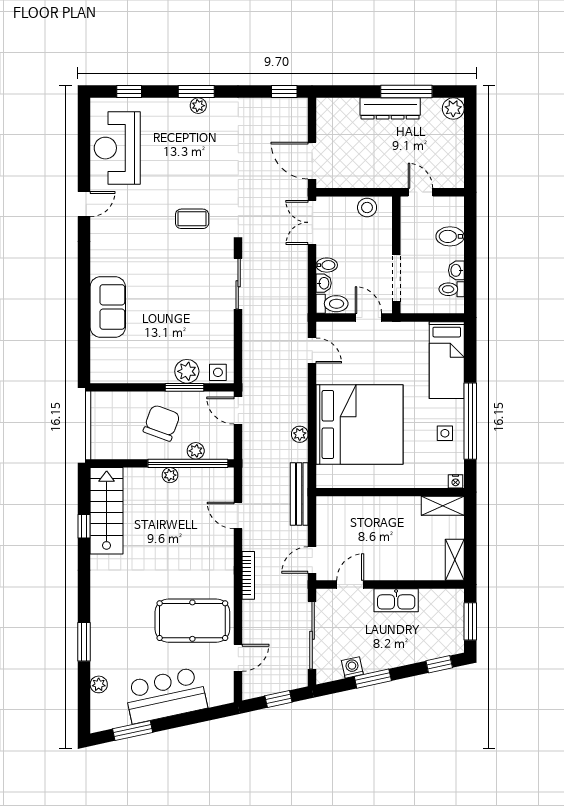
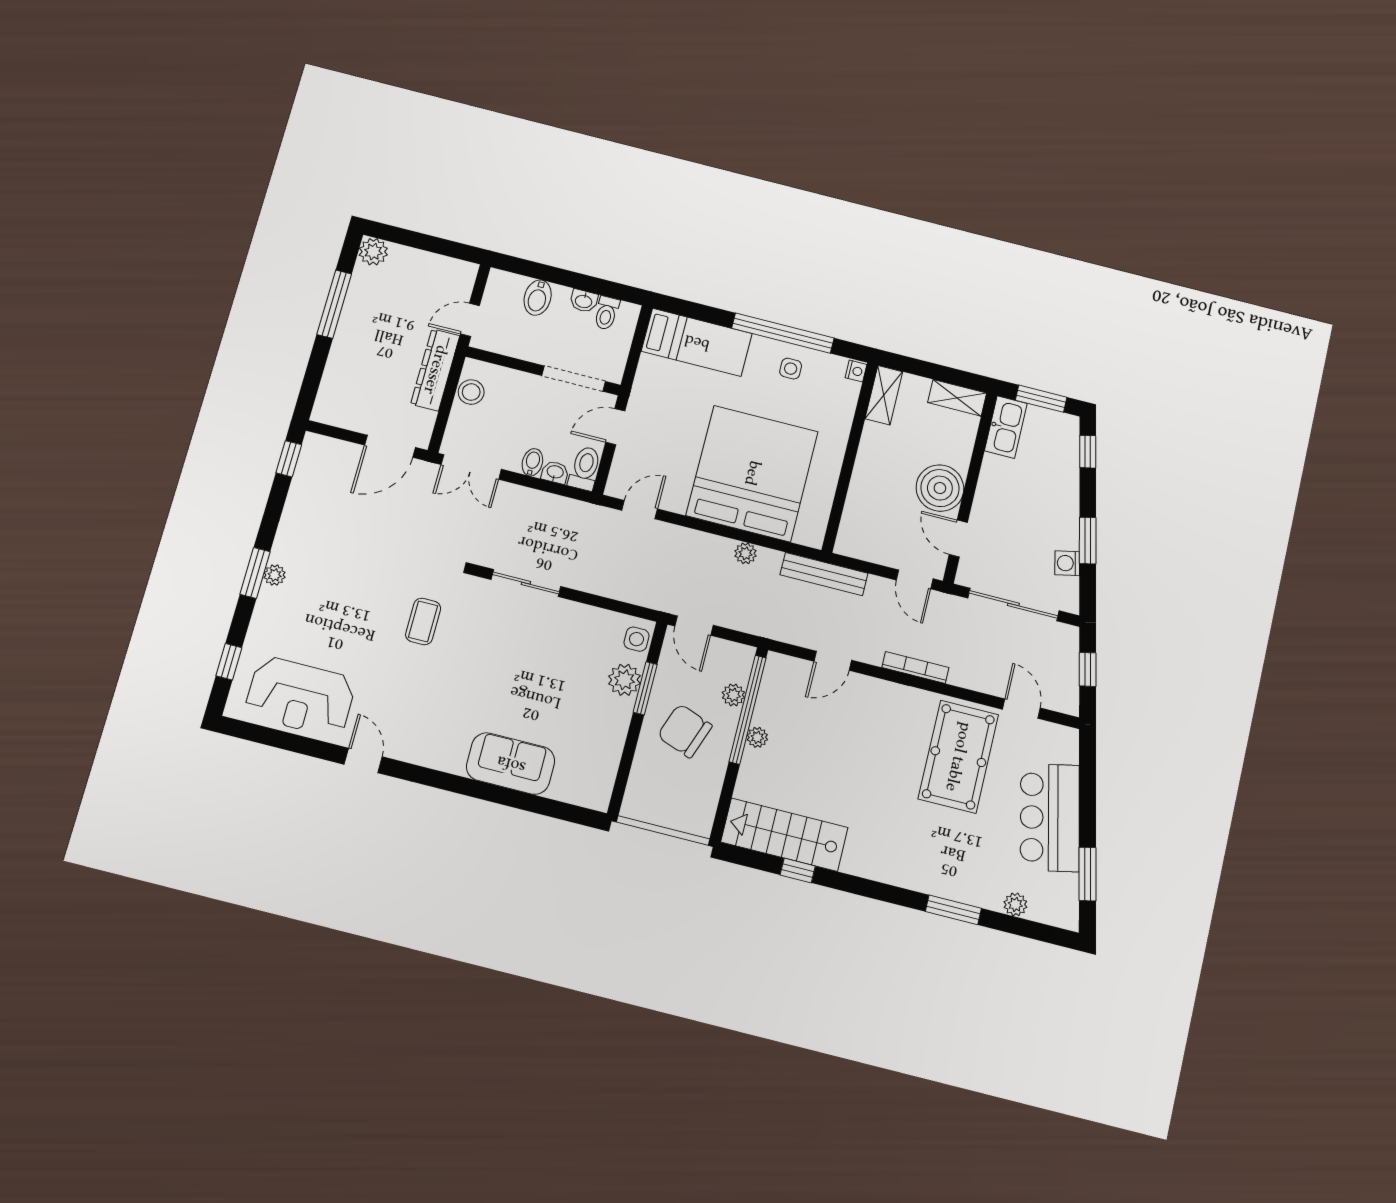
dresser: (390, 108) -> (435, 370), moved, turned 180
door: (238, 411) -> (694, 626), hinge flipped
boiler: (384, 563) -> (940, 488), added
kitchen sink: (396, 600) -> (1006, 427), moved

